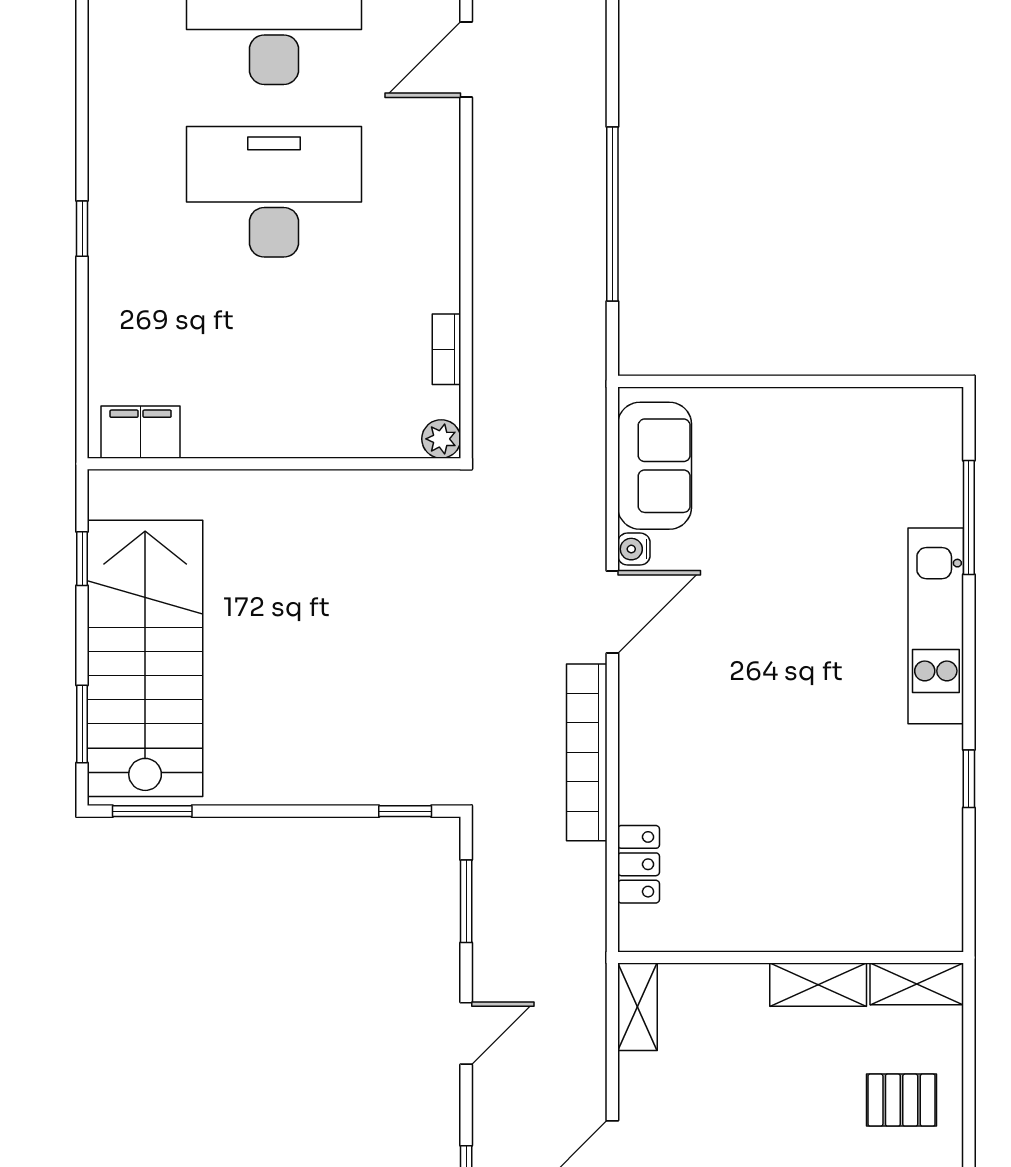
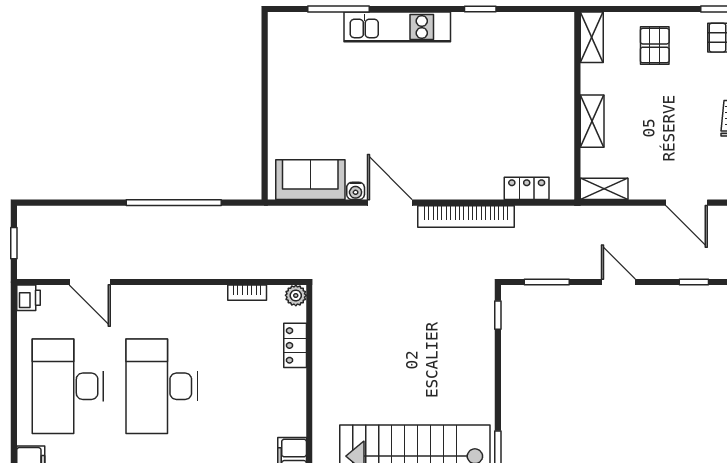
locker: (349, 438) -> (295, 345), added
shelving: (818, 985) -> (592, 121), moved

